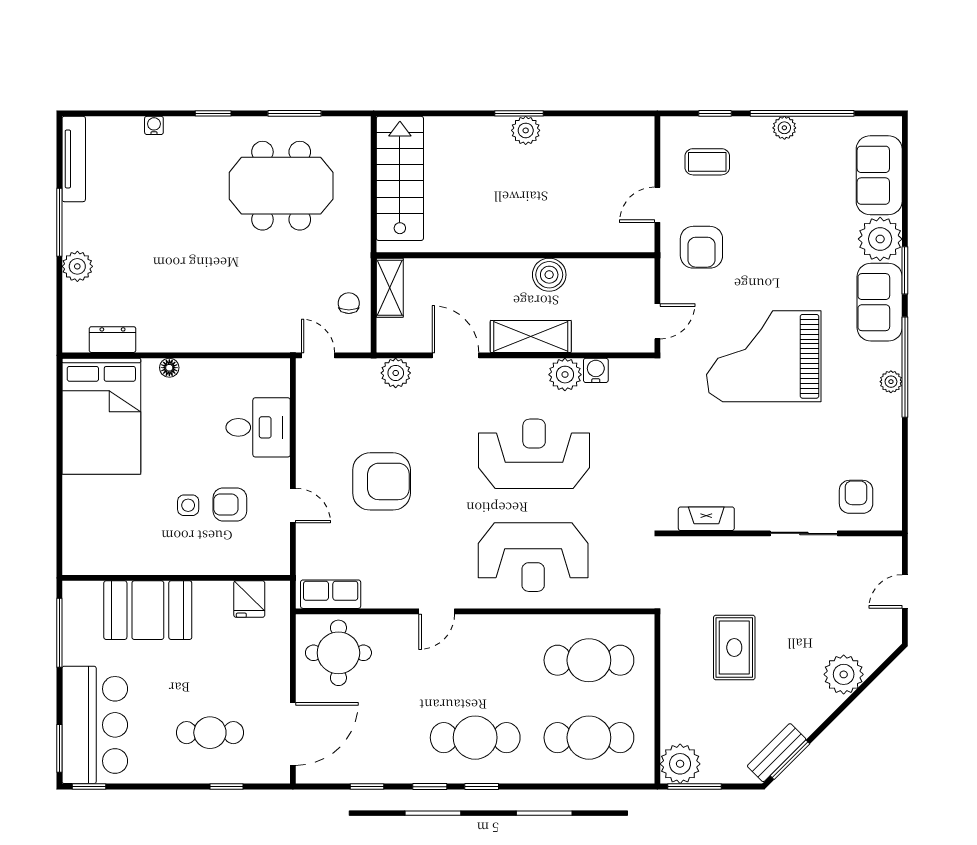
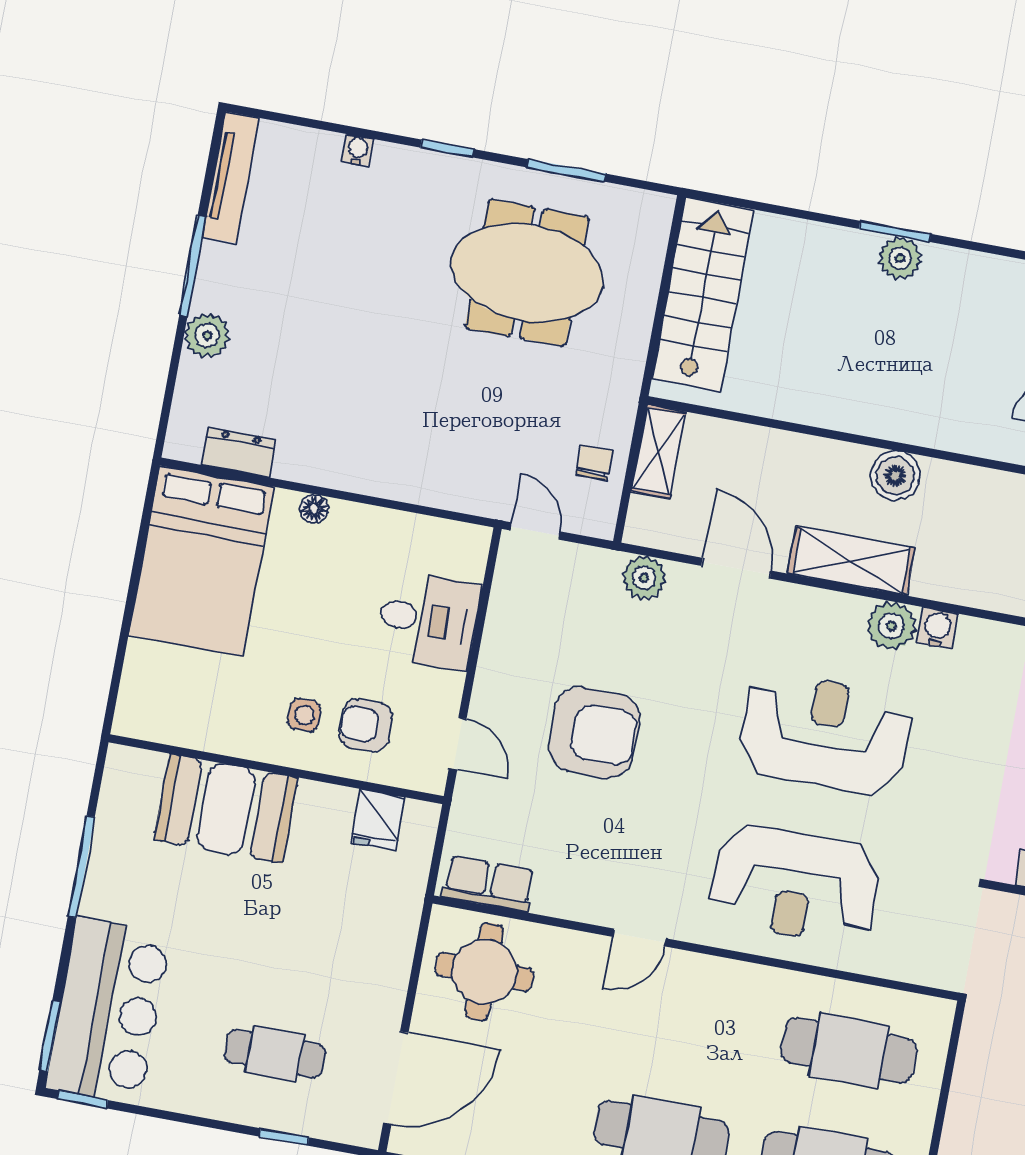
wall: (176, 578) -> (276, 769), moved
fridge: (249, 599) -> (378, 820), moved
booth: (148, 610) -> (226, 809), moved

